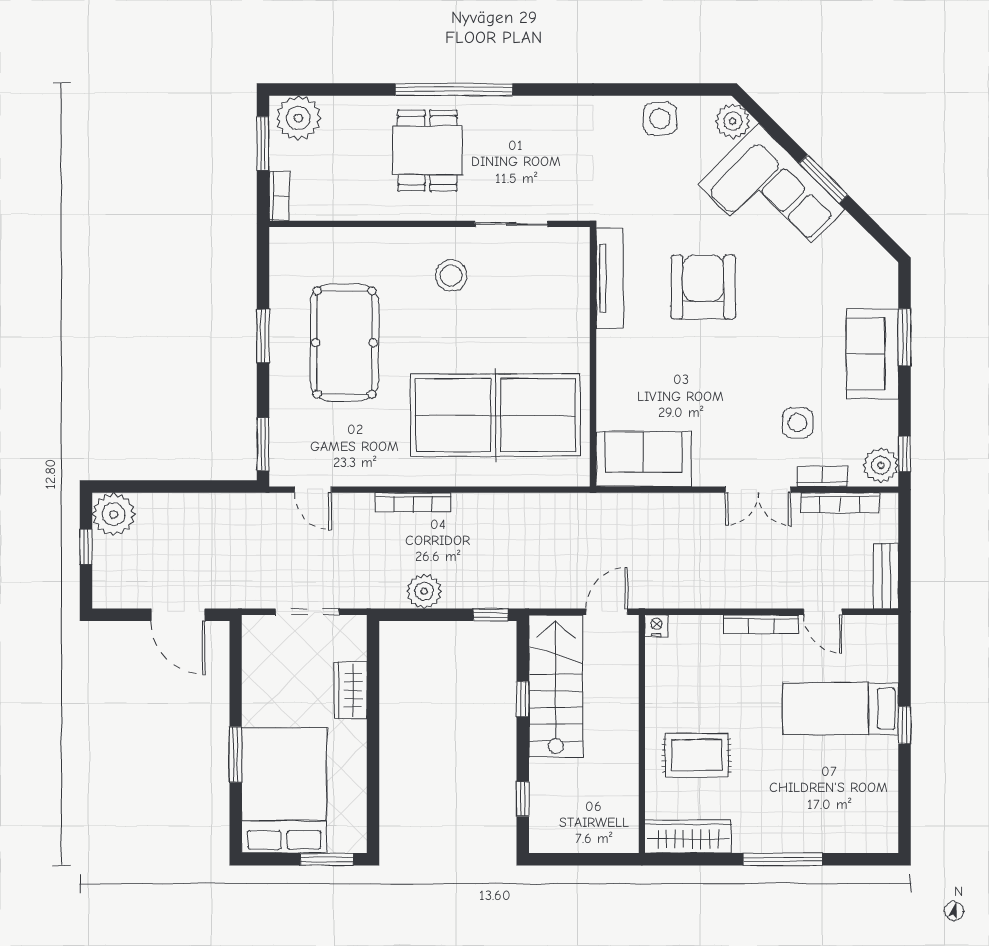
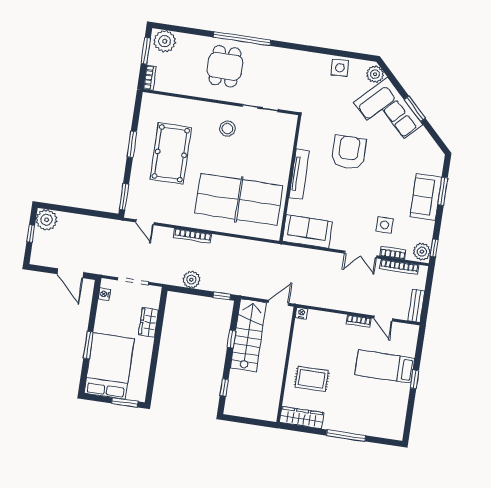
tv unit: (610, 278) -> (299, 174), moved
bookcase: (761, 624) -> (359, 321), width x0.64
nightstand: (253, 647) -> (104, 294), added

